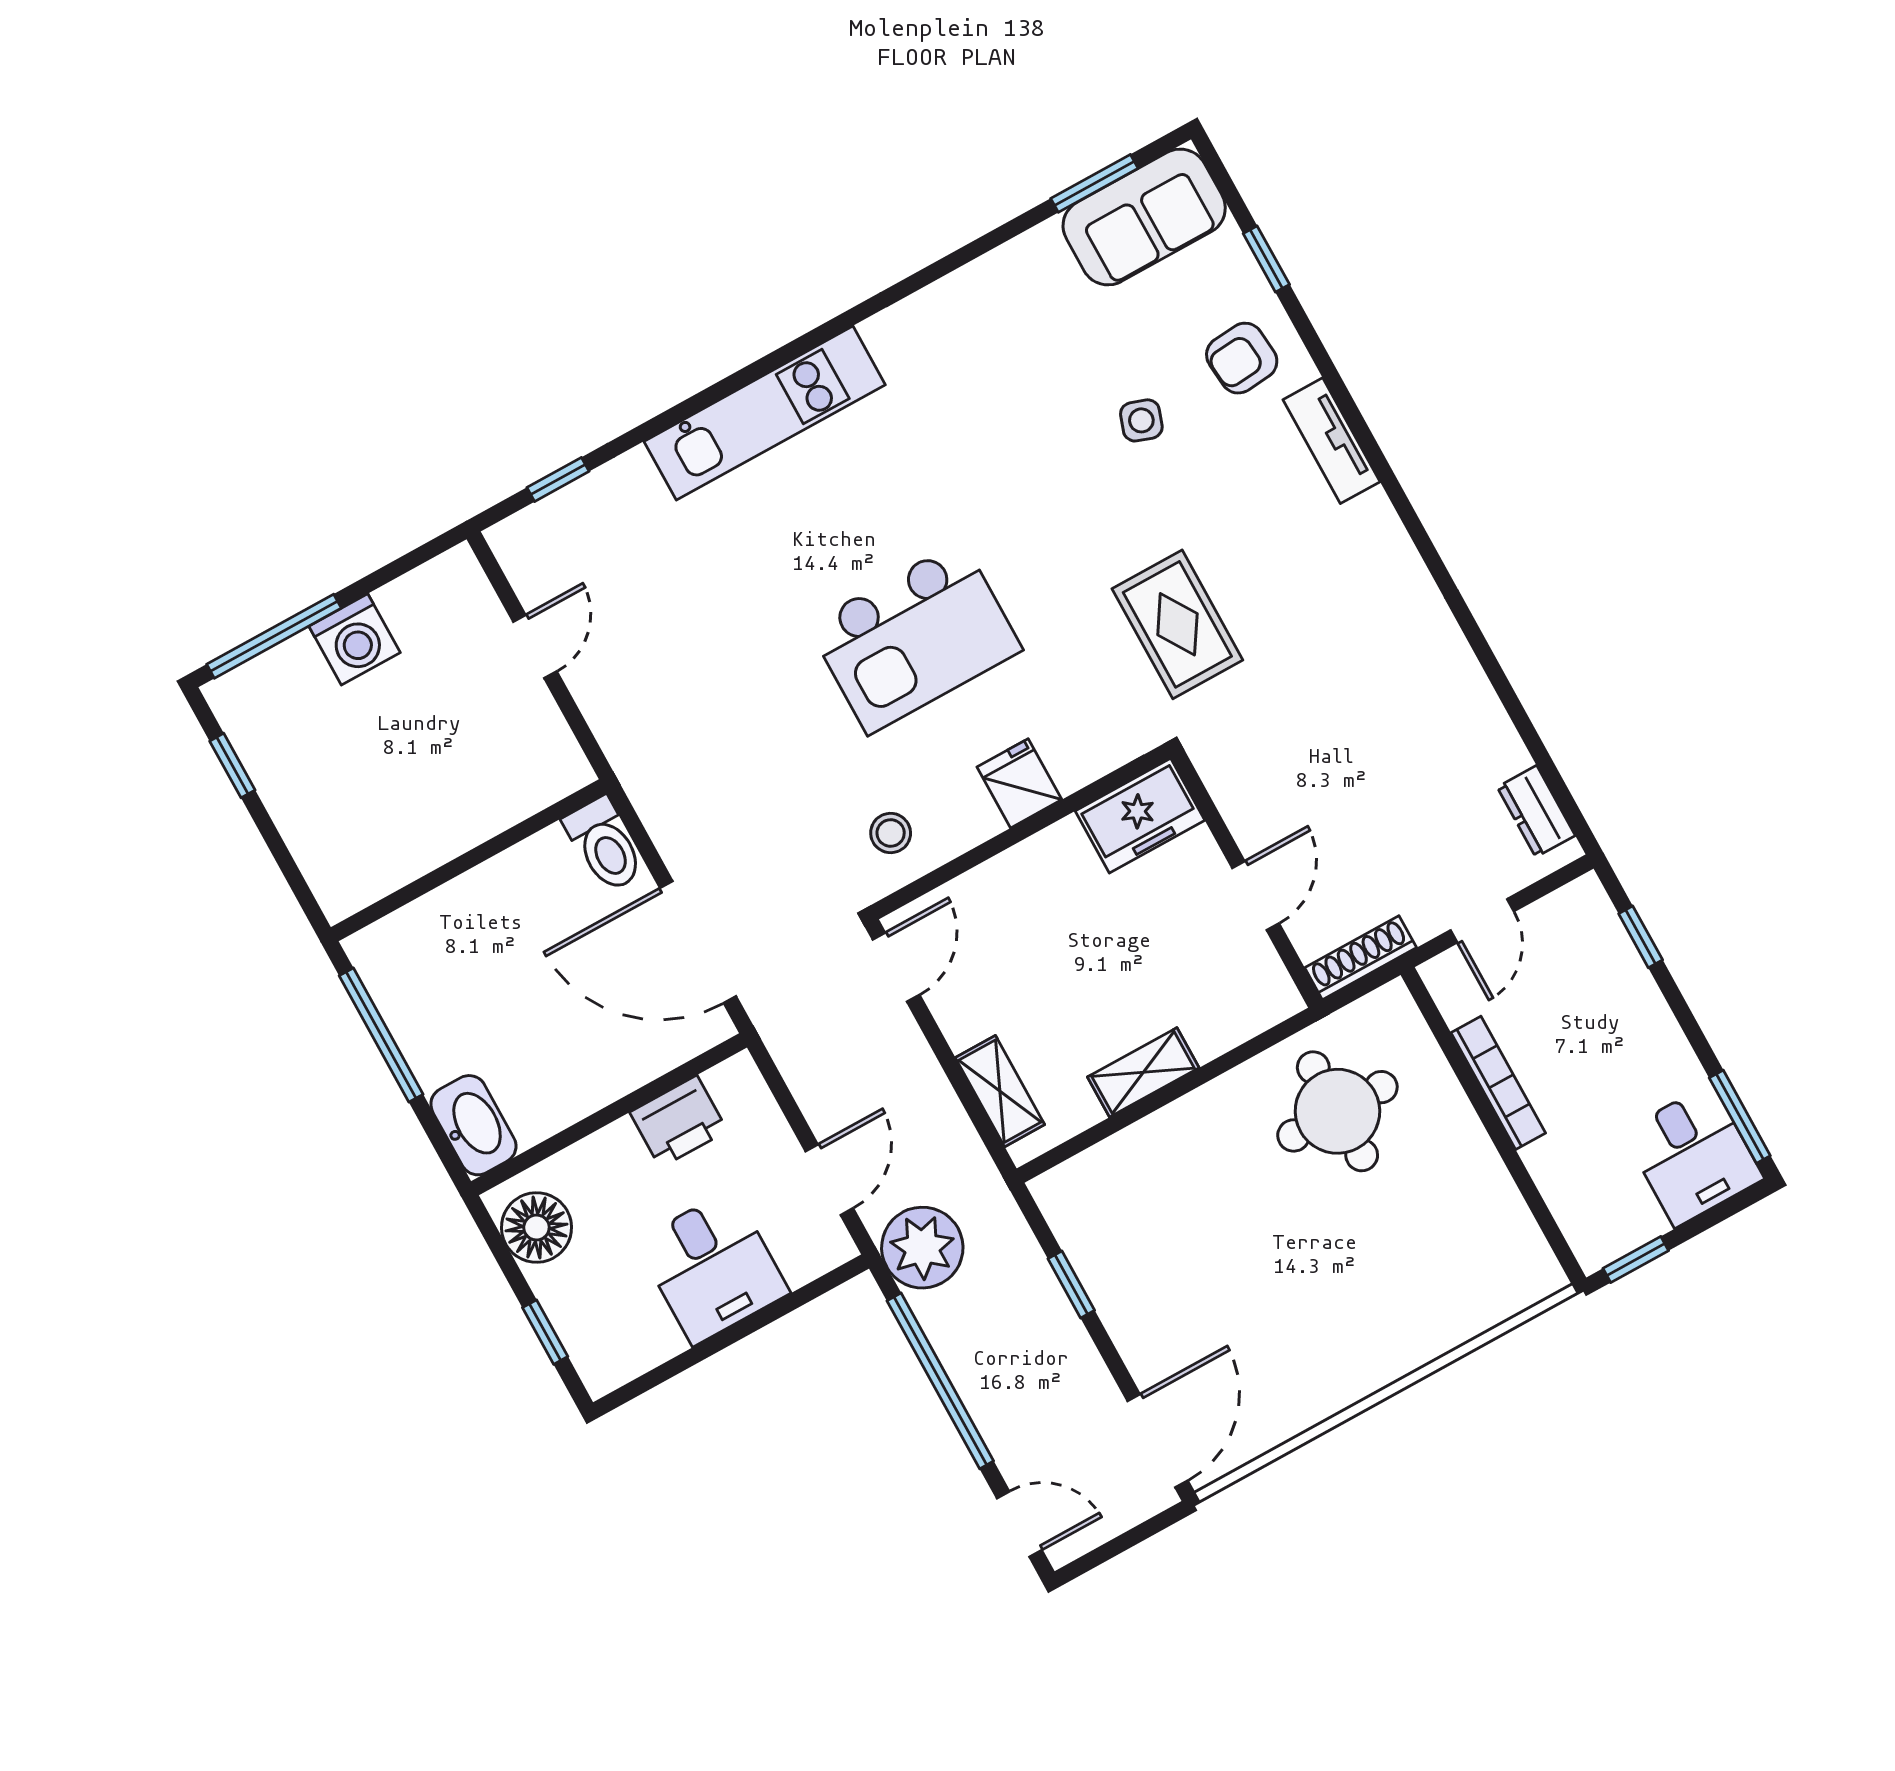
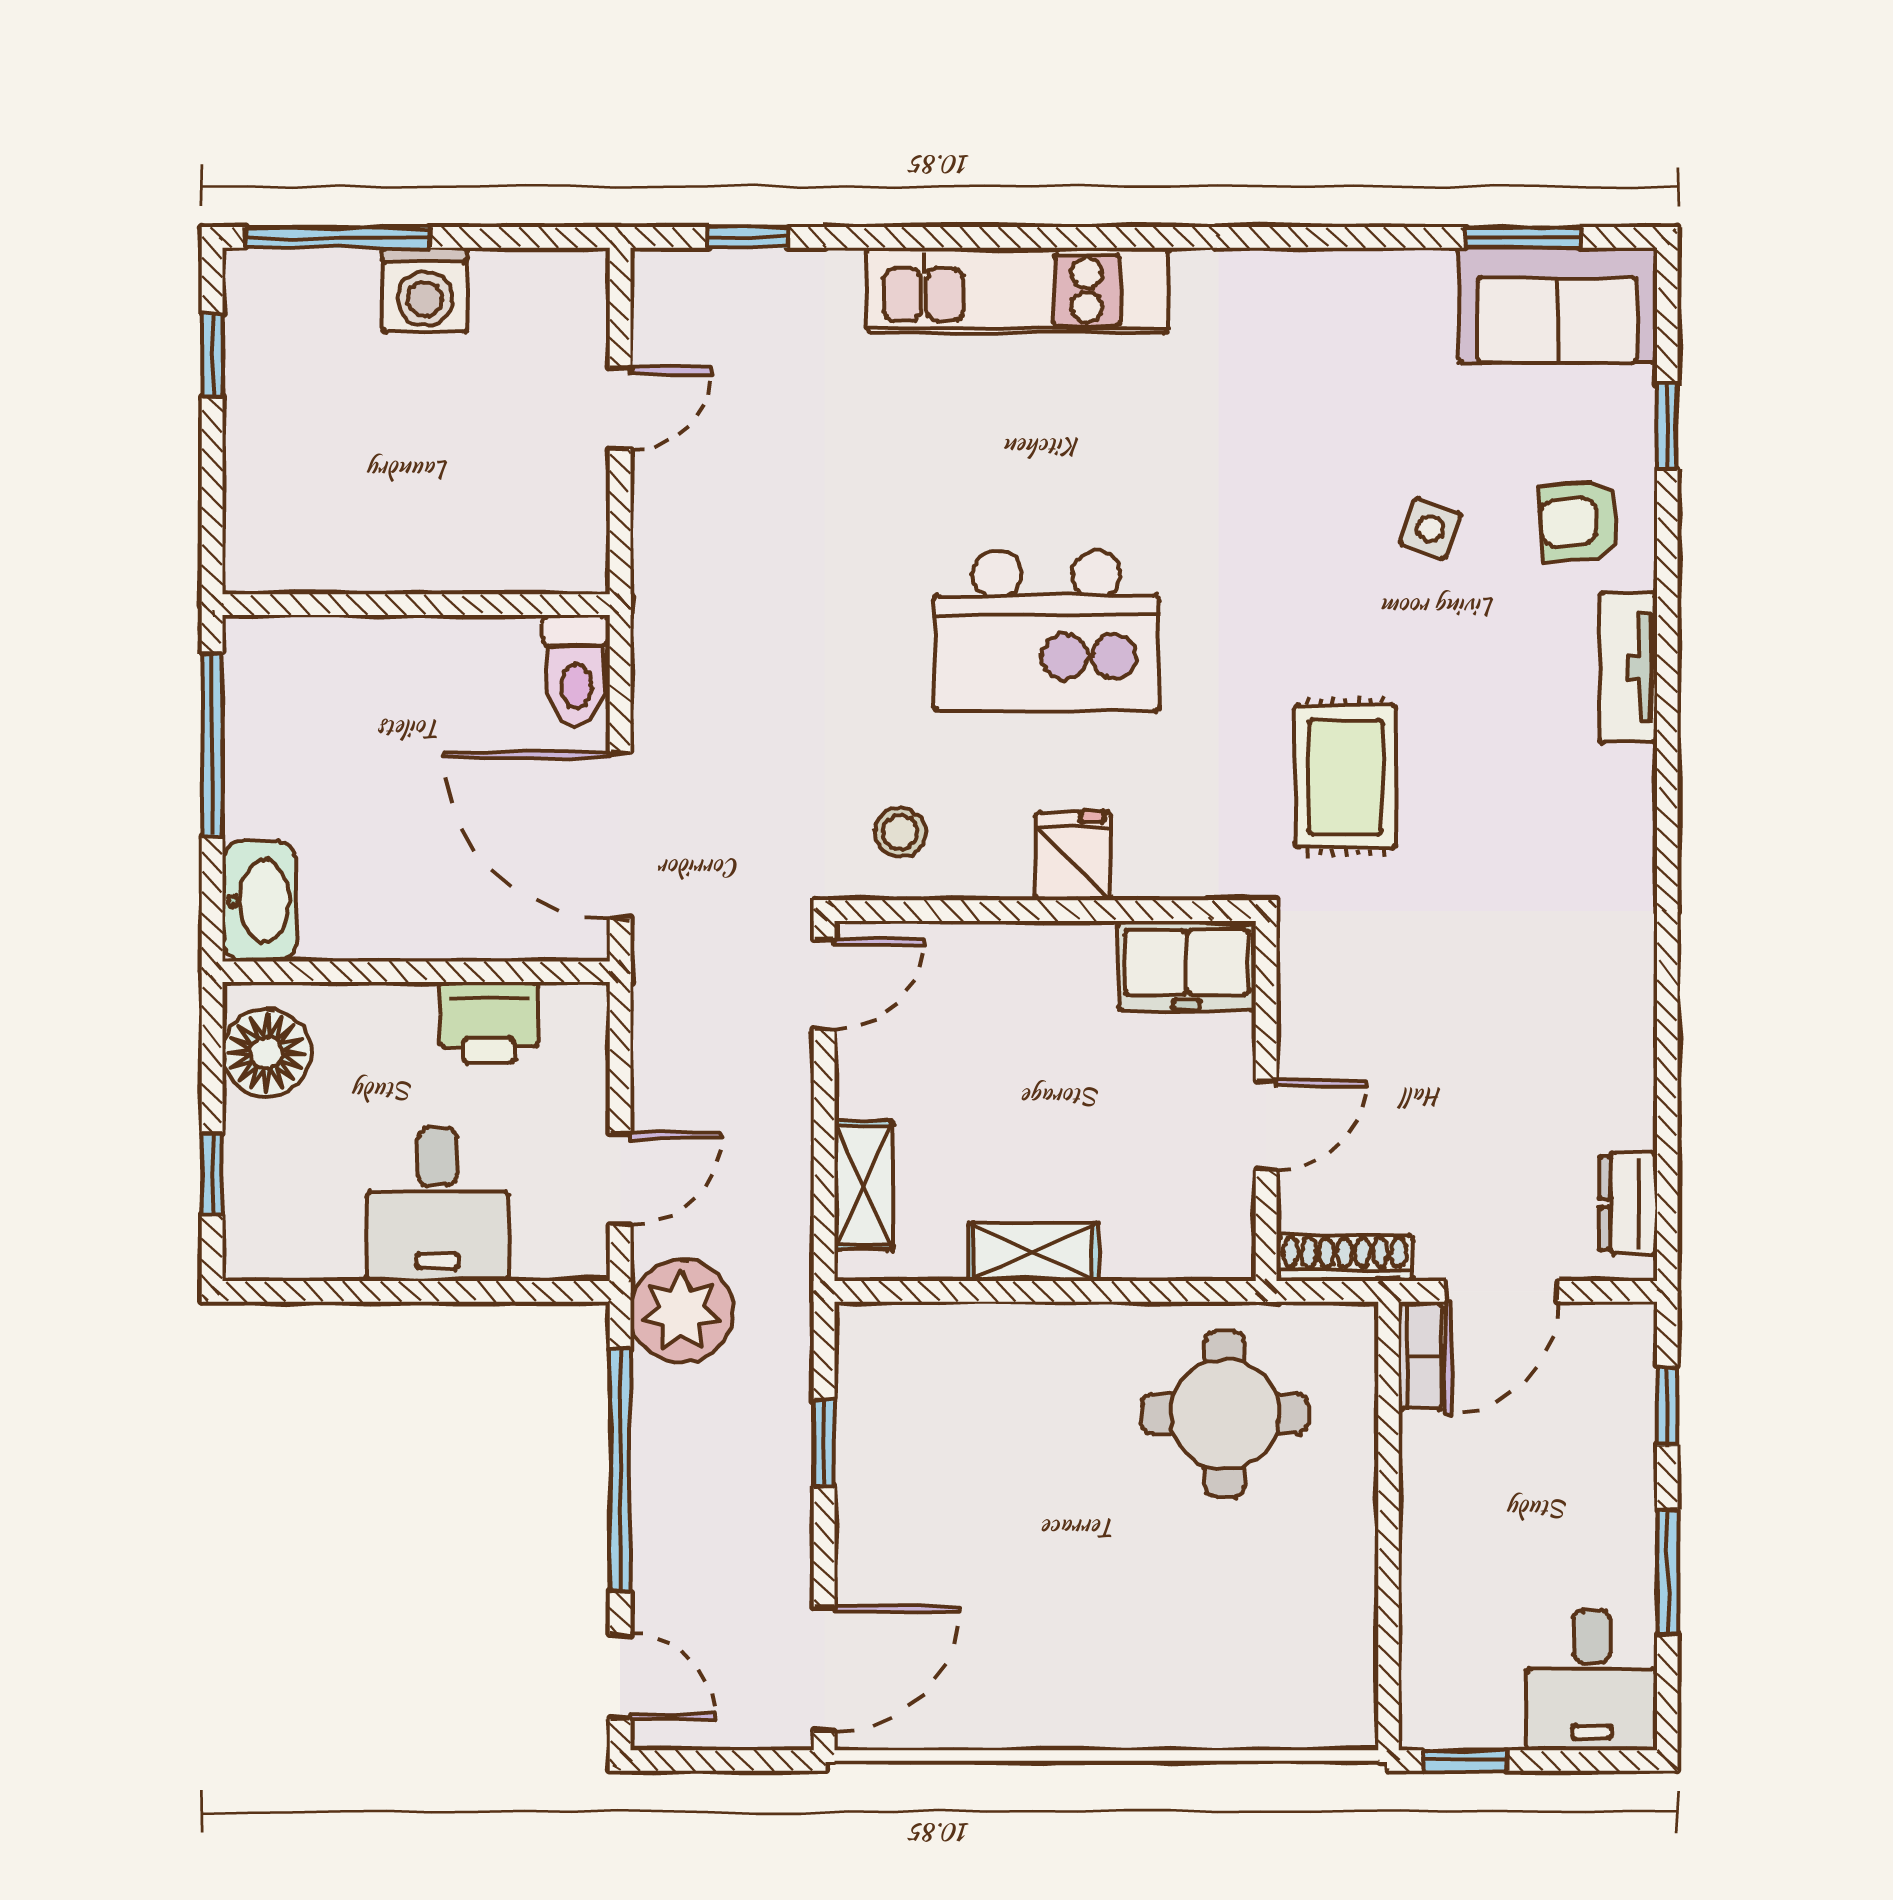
door: (1482, 921) -> (1502, 1291), width x1.38
bookcase: (1498, 1083) -> (1420, 1356), moved, width x0.64
window: (1740, 1117) -> (1667, 1572), moved

